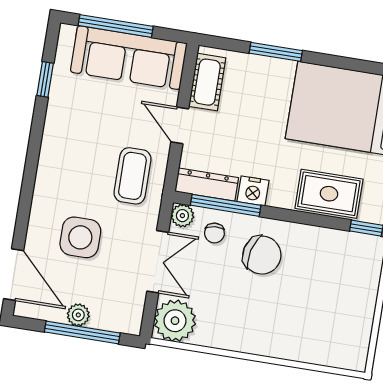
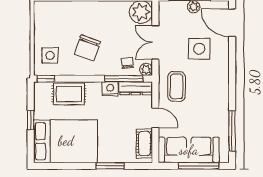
window: (45, 79) -> (232, 131), width x2.17
chair: (262, 255) -> (87, 48), moved, turned -84
side table: (352, 269) -> (50, 55), added

